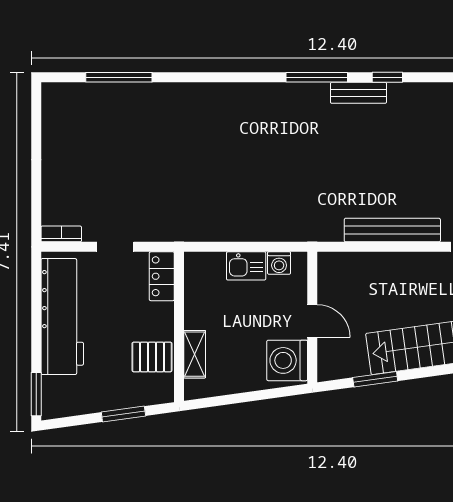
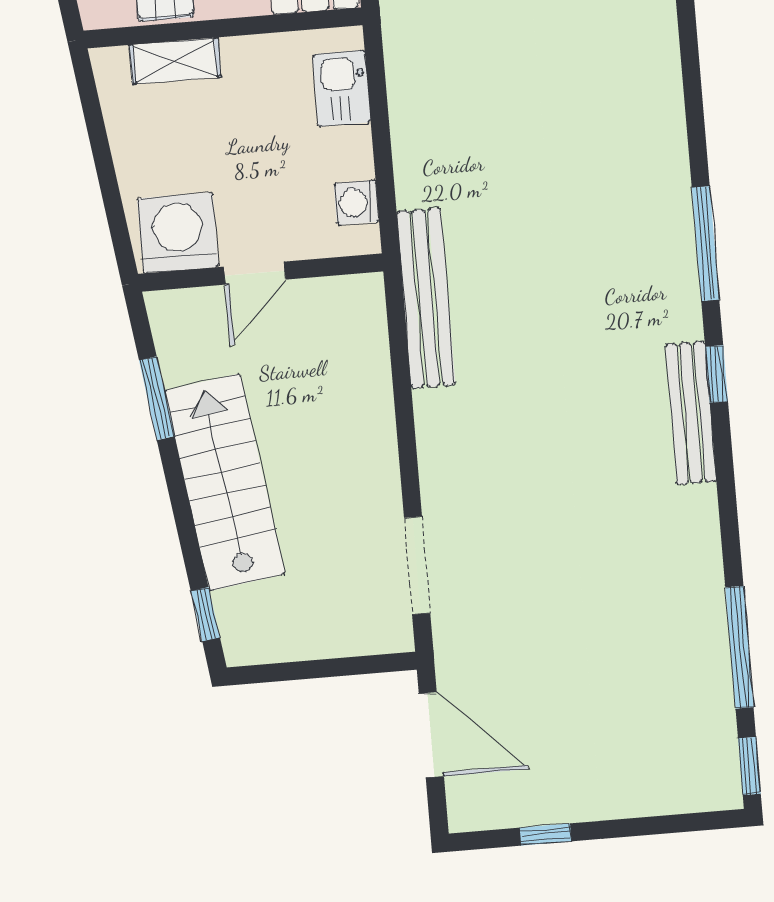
bench: (358, 93) -> (691, 413), moved, width x1.36
bench: (392, 230) -> (426, 298), moved
kitchen sink: (246, 266) -> (342, 88), moved

